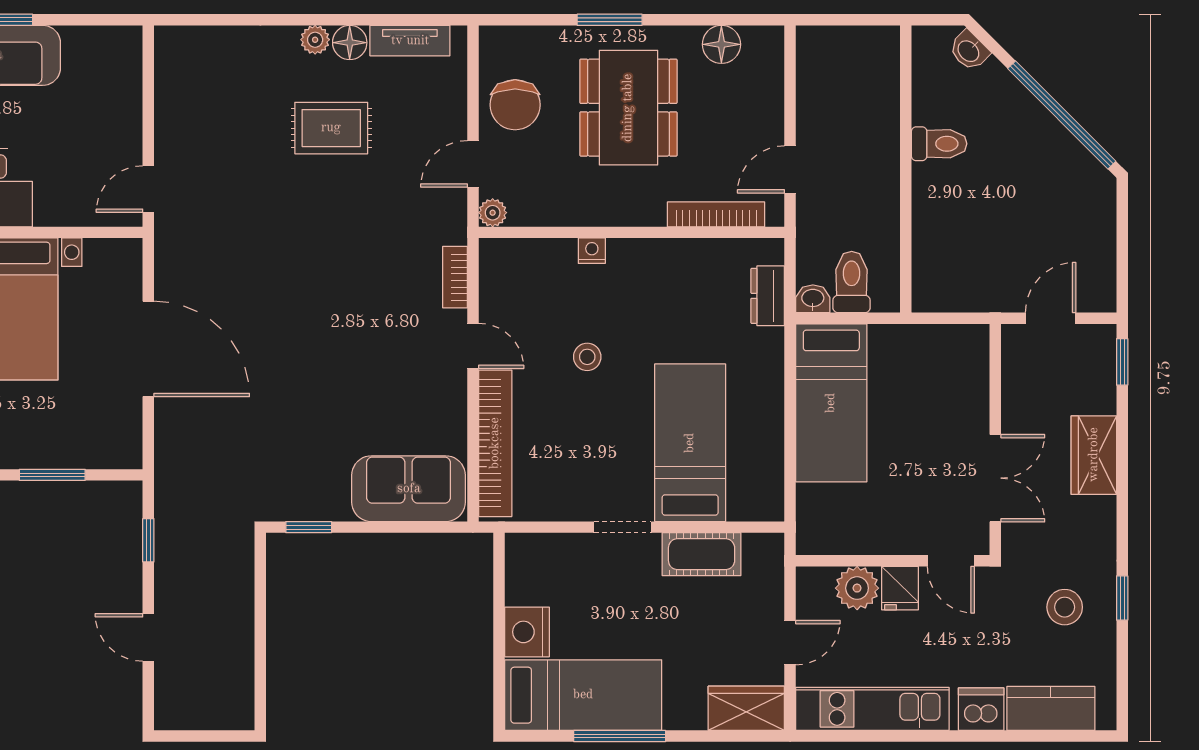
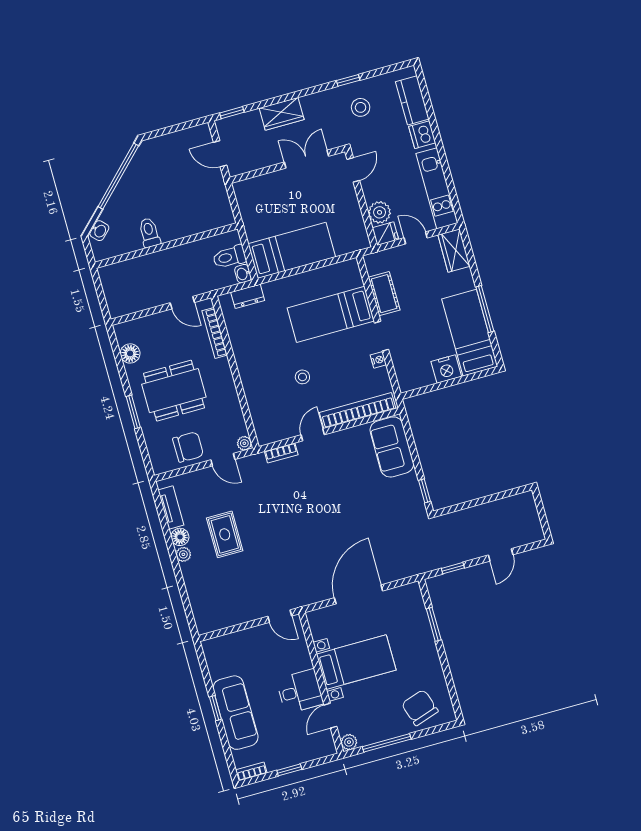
nightstand: (592, 251) -> (378, 360), moved, turned 180
fridge: (900, 588) -> (385, 234), moved

